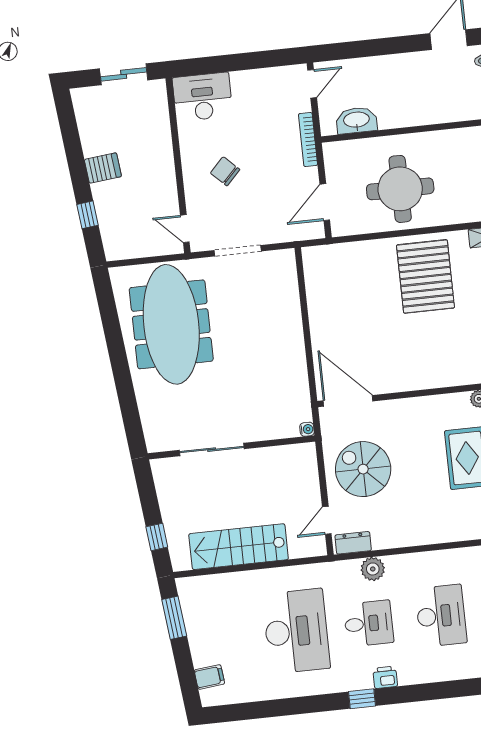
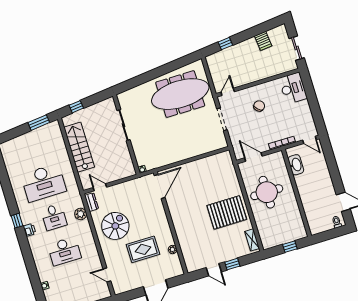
server rack: (103, 168) -> (263, 41), moved
spiral stairs: (363, 469) -> (115, 226), moved
filing cabinet: (209, 677) -> (13, 145), removed

